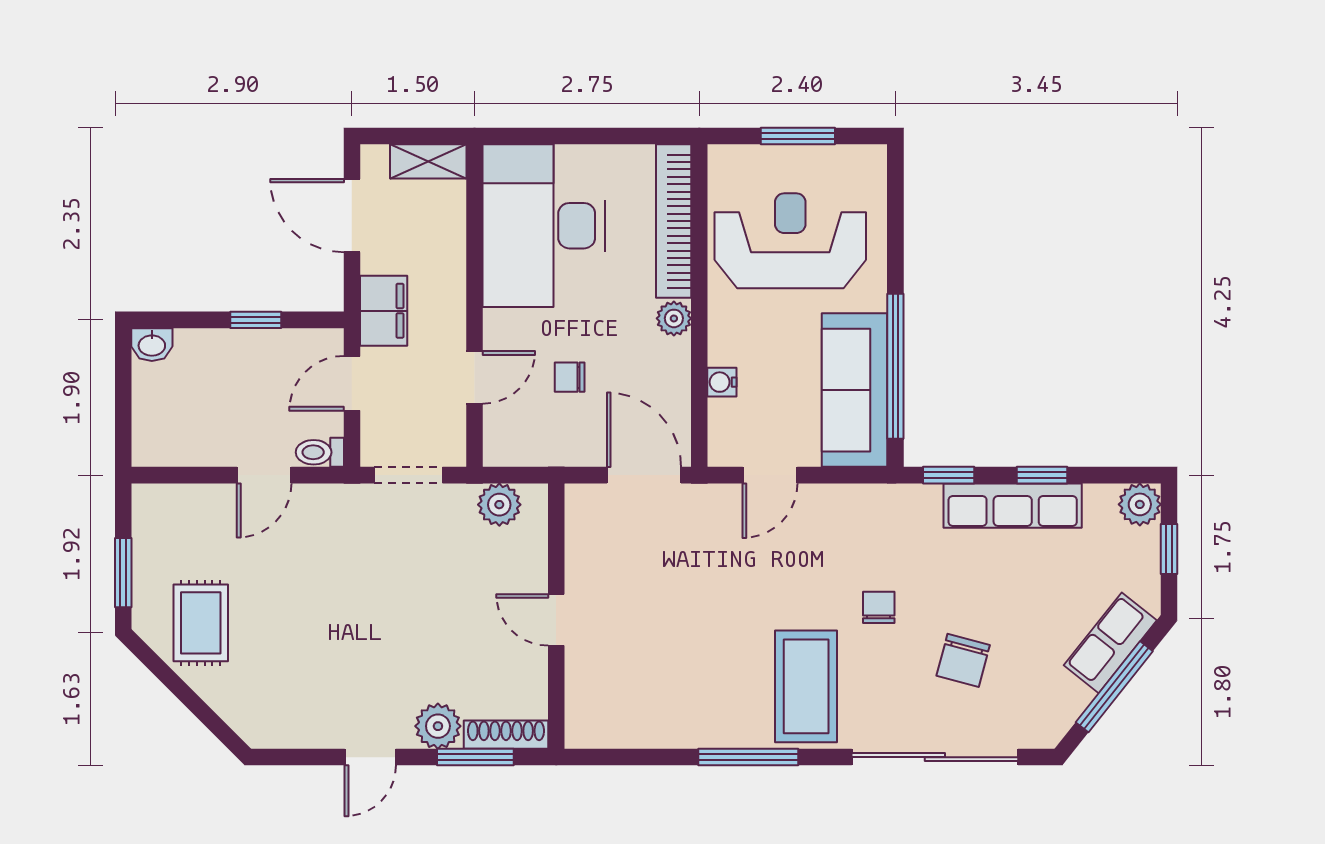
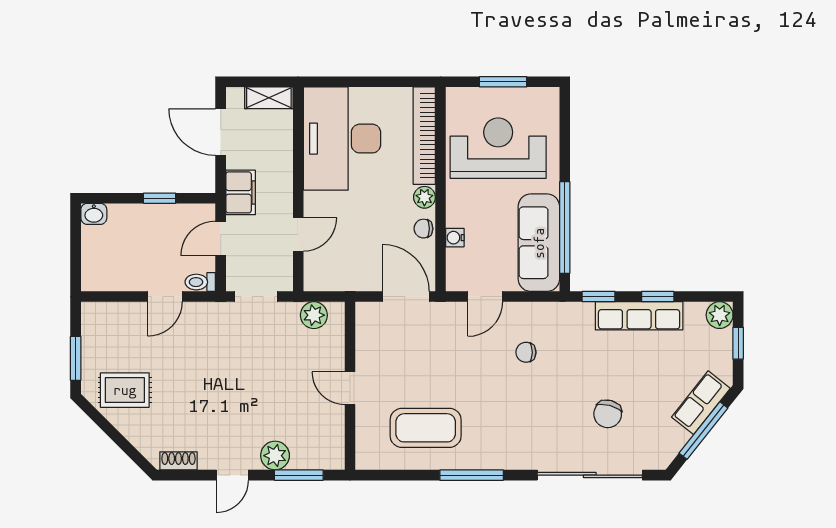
chair: (570, 377) -> (423, 229), moved
chair: (879, 607) -> (526, 352), moved, turned -90
rug: (201, 623) -> (125, 390), turned 90
coffee table: (806, 686) -> (426, 428), moved, turned 90
shoe rack: (506, 735) -> (178, 461), moved, width x0.70

